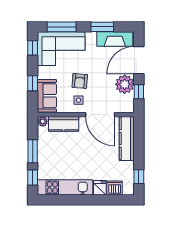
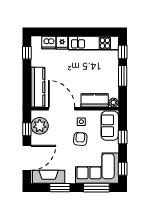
plant: (125, 84) -> (40, 126), moved

